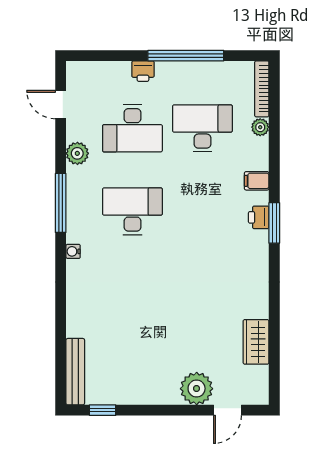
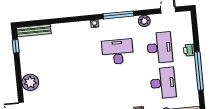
desk: (132, 128) -> (160, 48), turned 180
desk: (132, 211) -> (118, 52), turned -90
plant: (197, 389) -> (30, 82), moved

